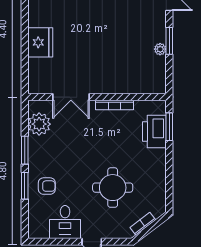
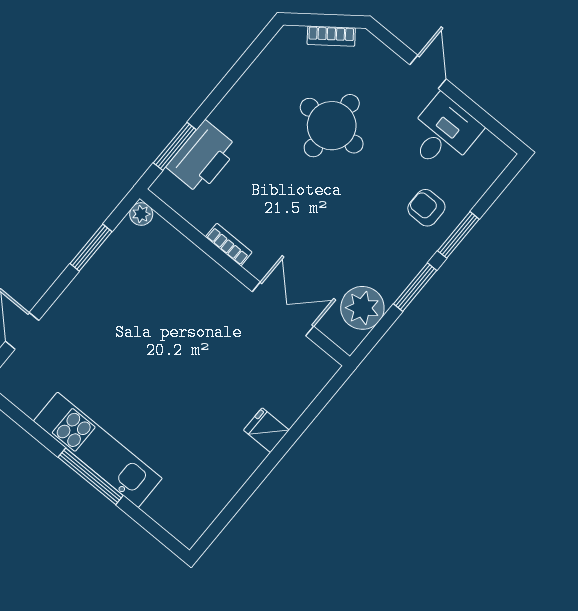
window: (169, 41) -> (91, 248), moved
fridge: (40, 42) -> (266, 430), width x0.53, depth x0.75
plant: (160, 49) -> (141, 214), moved
bookcase: (114, 105) -> (229, 245), width x0.64

